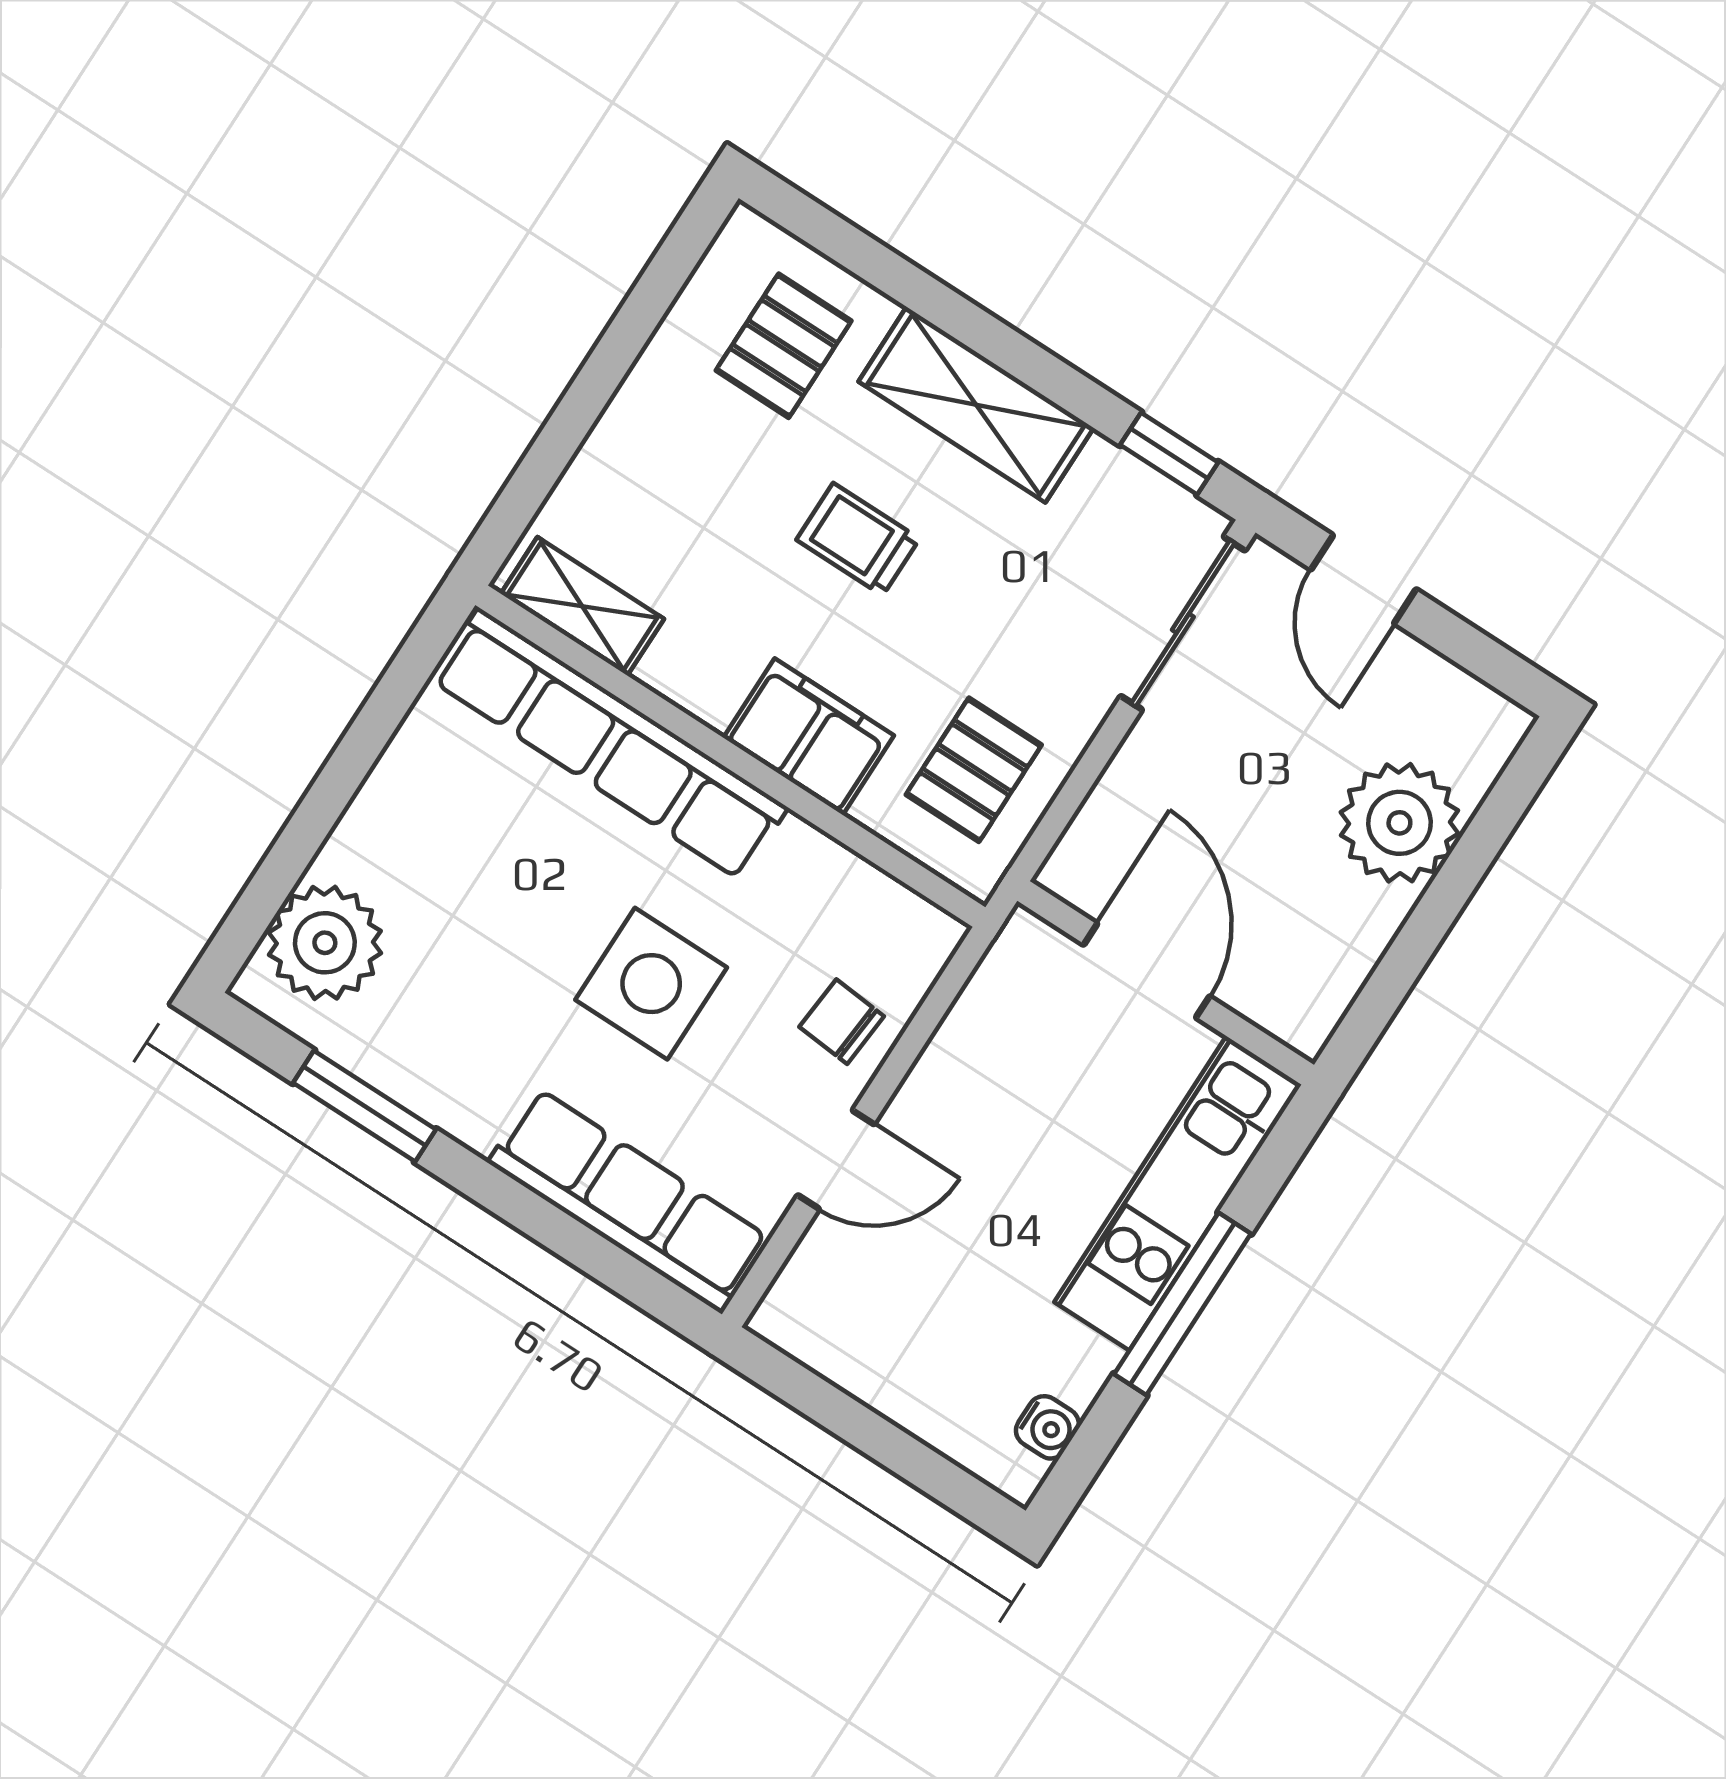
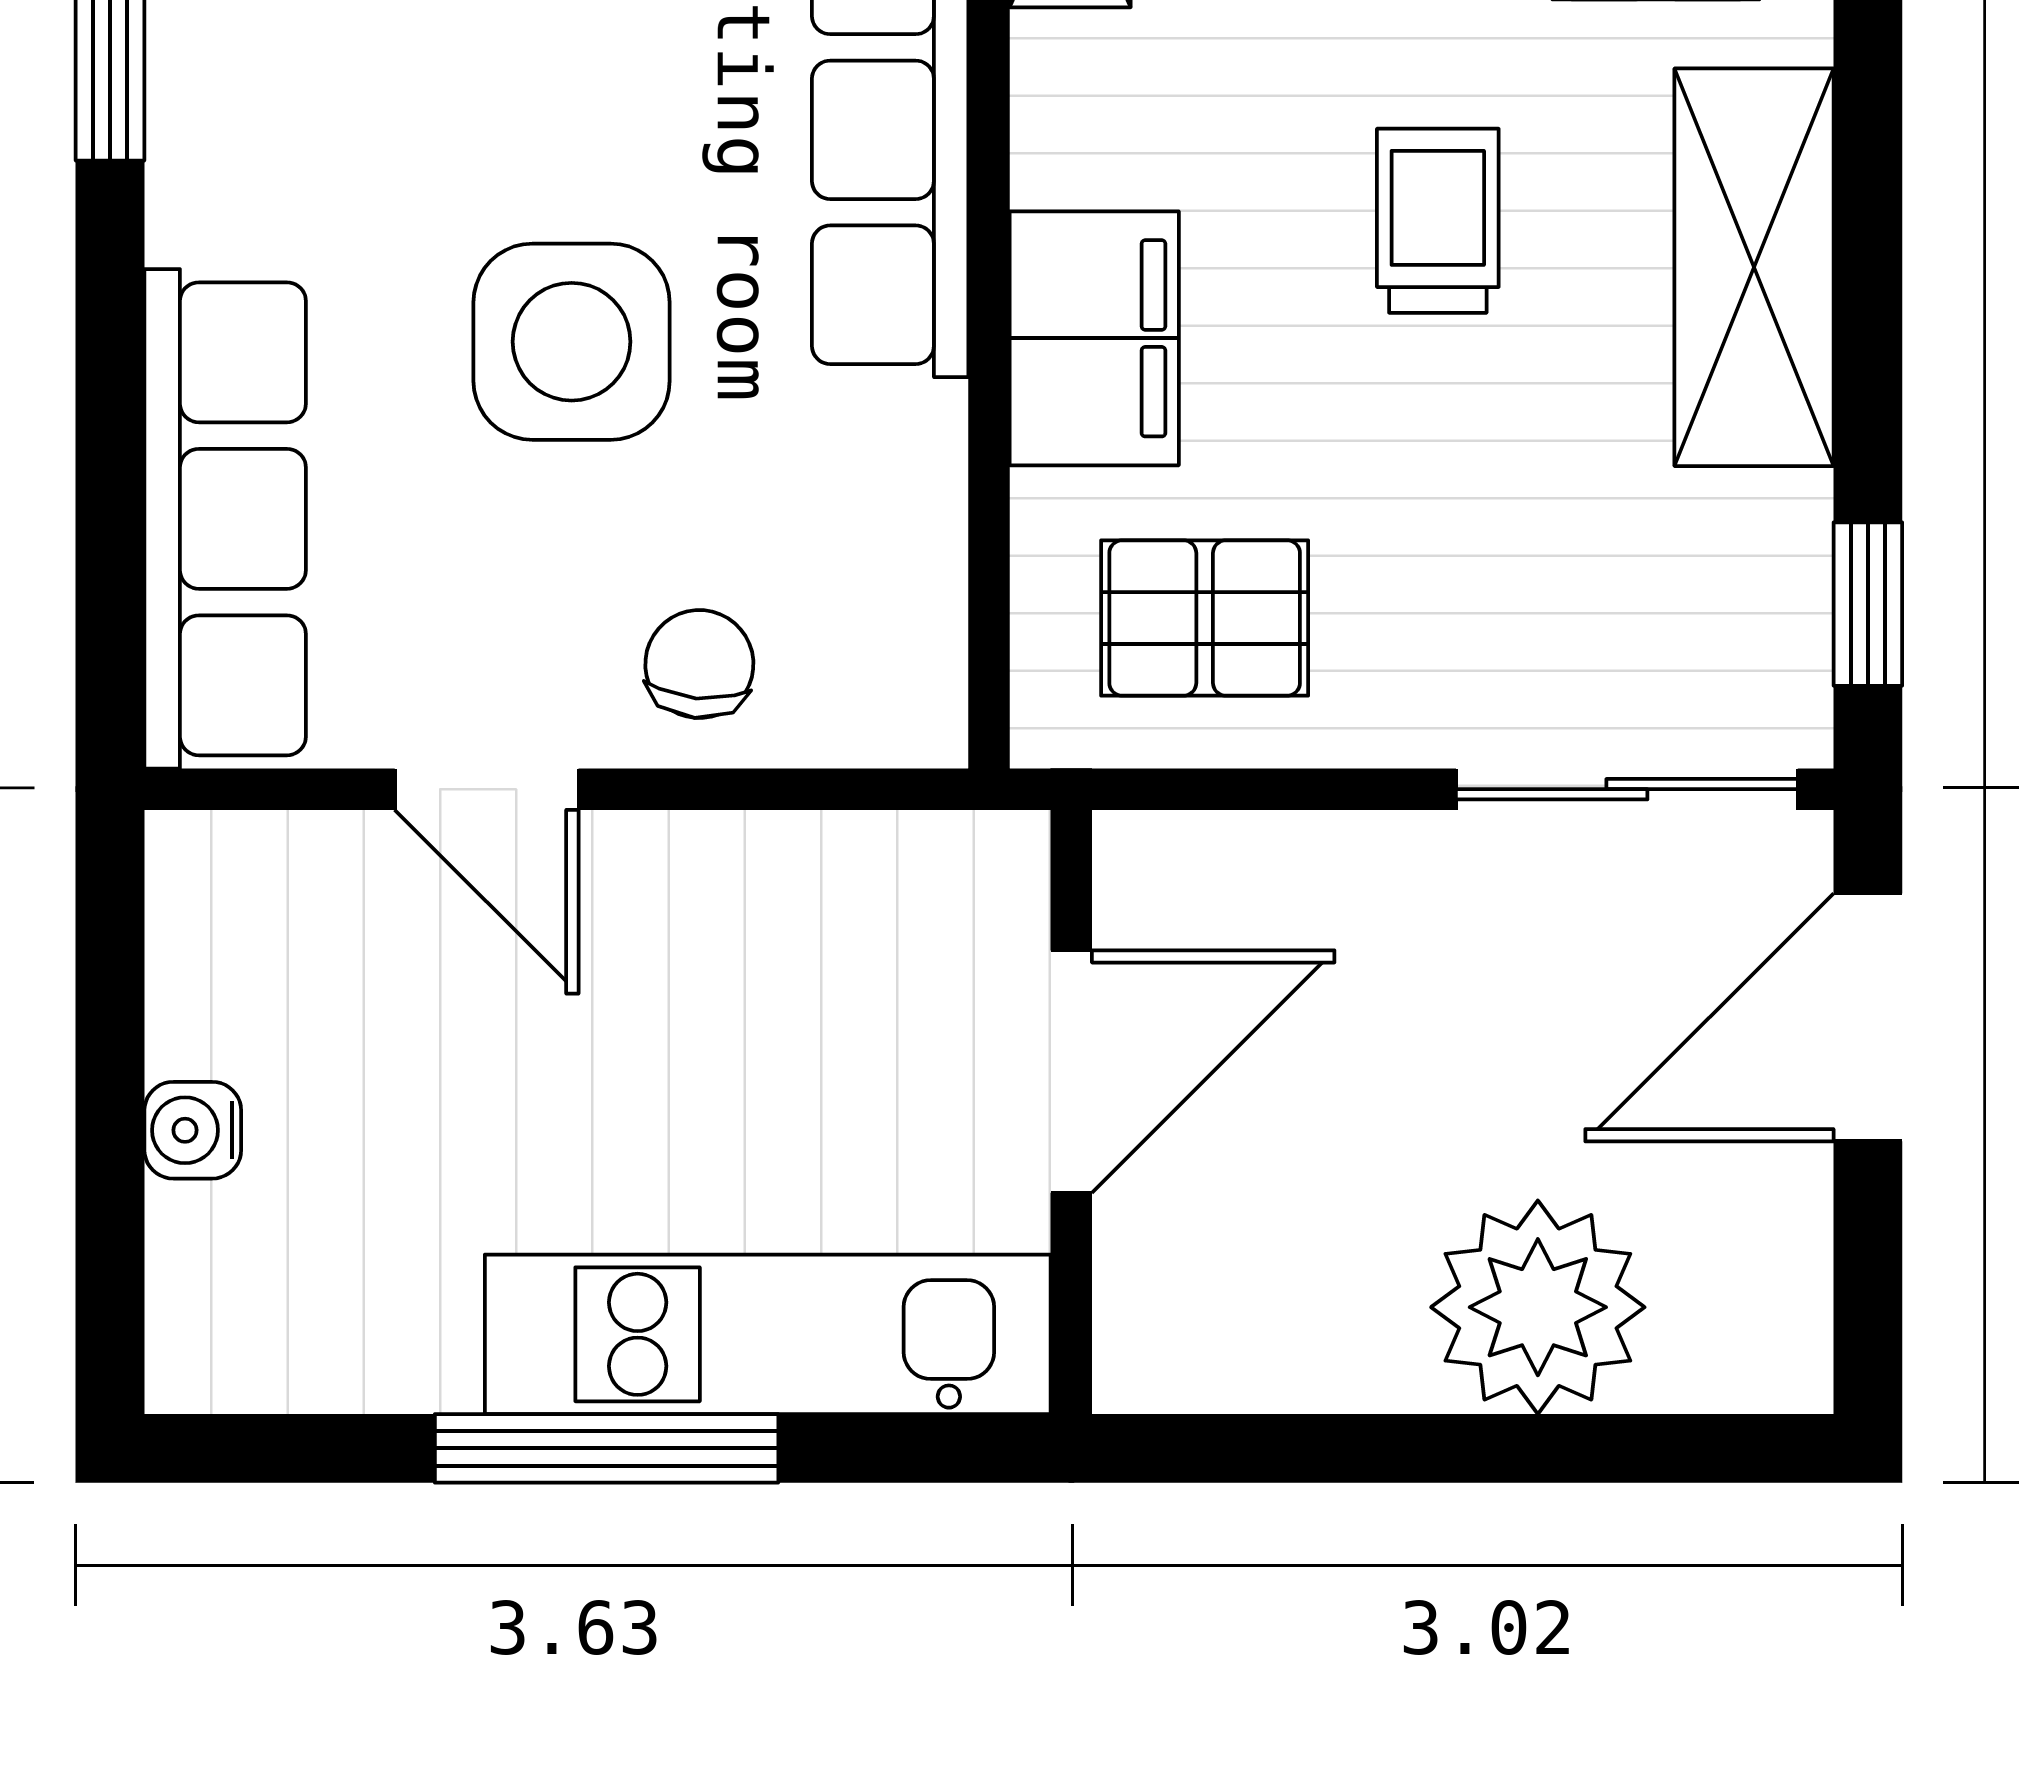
door: (1364, 579) -> (1868, 1017), width x1.38
water cooler: (1047, 1427) -> (193, 1130), moved, turned 90

